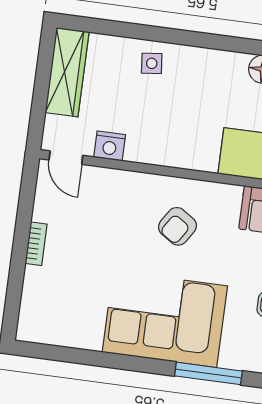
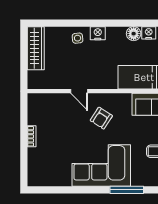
nightstand: (110, 146) -> (98, 33), moved, turned 180
door: (66, 158) -> (79, 91), moved

